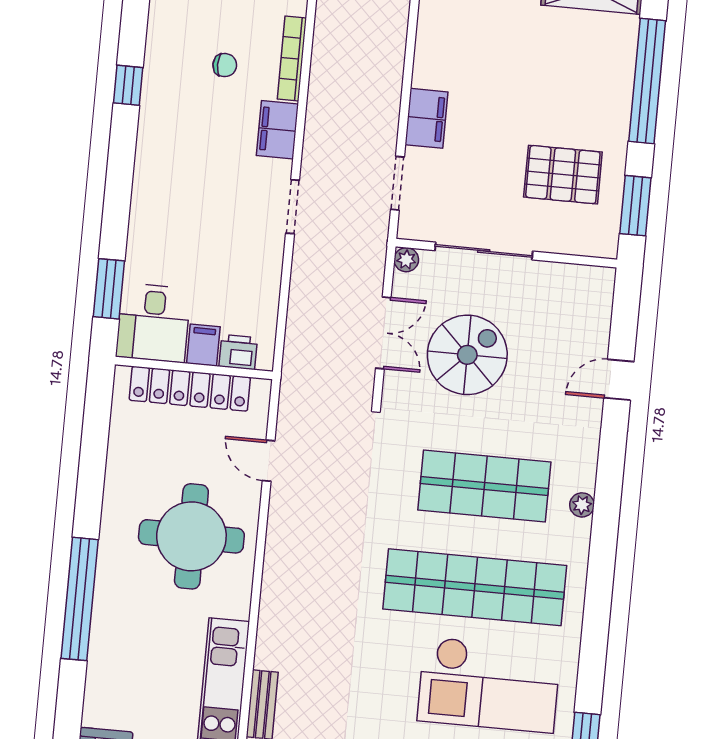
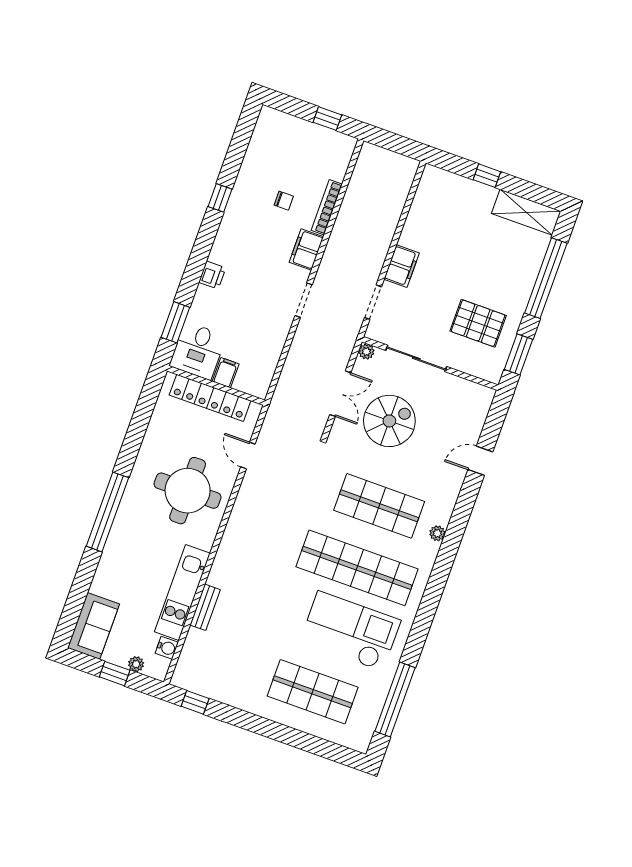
printer: (238, 352) -> (212, 275), moved, turned 90
checkout: (489, 685) -> (350, 631), turned 180

